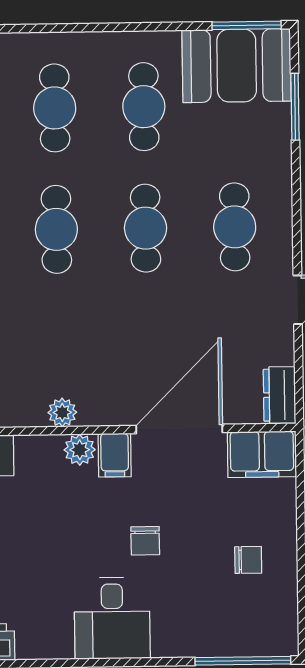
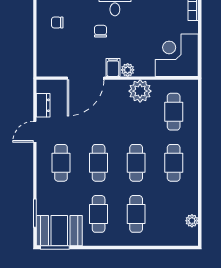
dresser: (279, 395) -> (43, 105), moved
plant: (62, 412) -> (140, 91), width x1.88, depth x1.88
filing cabinet: (262, 454) -> (51, 67), removed

